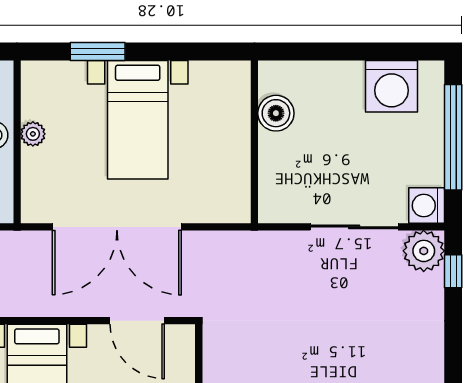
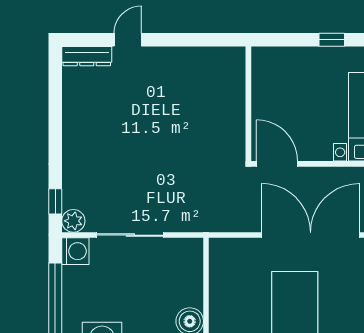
plant: (424, 251) -> (73, 221), width x0.73, depth x0.73
door: (137, 321) -> (277, 164), moved

